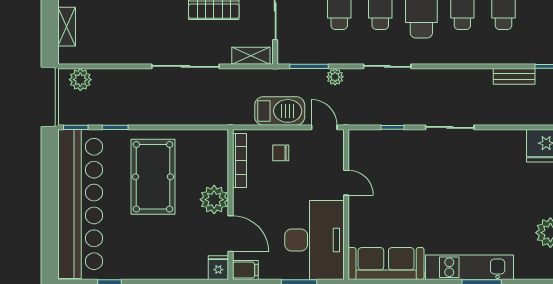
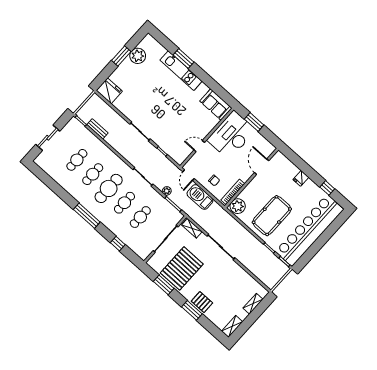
plant: (80, 80) -> (266, 278), removed
door: (346, 183) -> (199, 146), hinge flipped
plant: (214, 200) -> (238, 206), moved
sofa: (386, 264) -> (216, 105), width x0.73
fridge: (218, 268) -> (301, 178), moved
filing cabinet: (245, 270) -> (269, 148), removed

